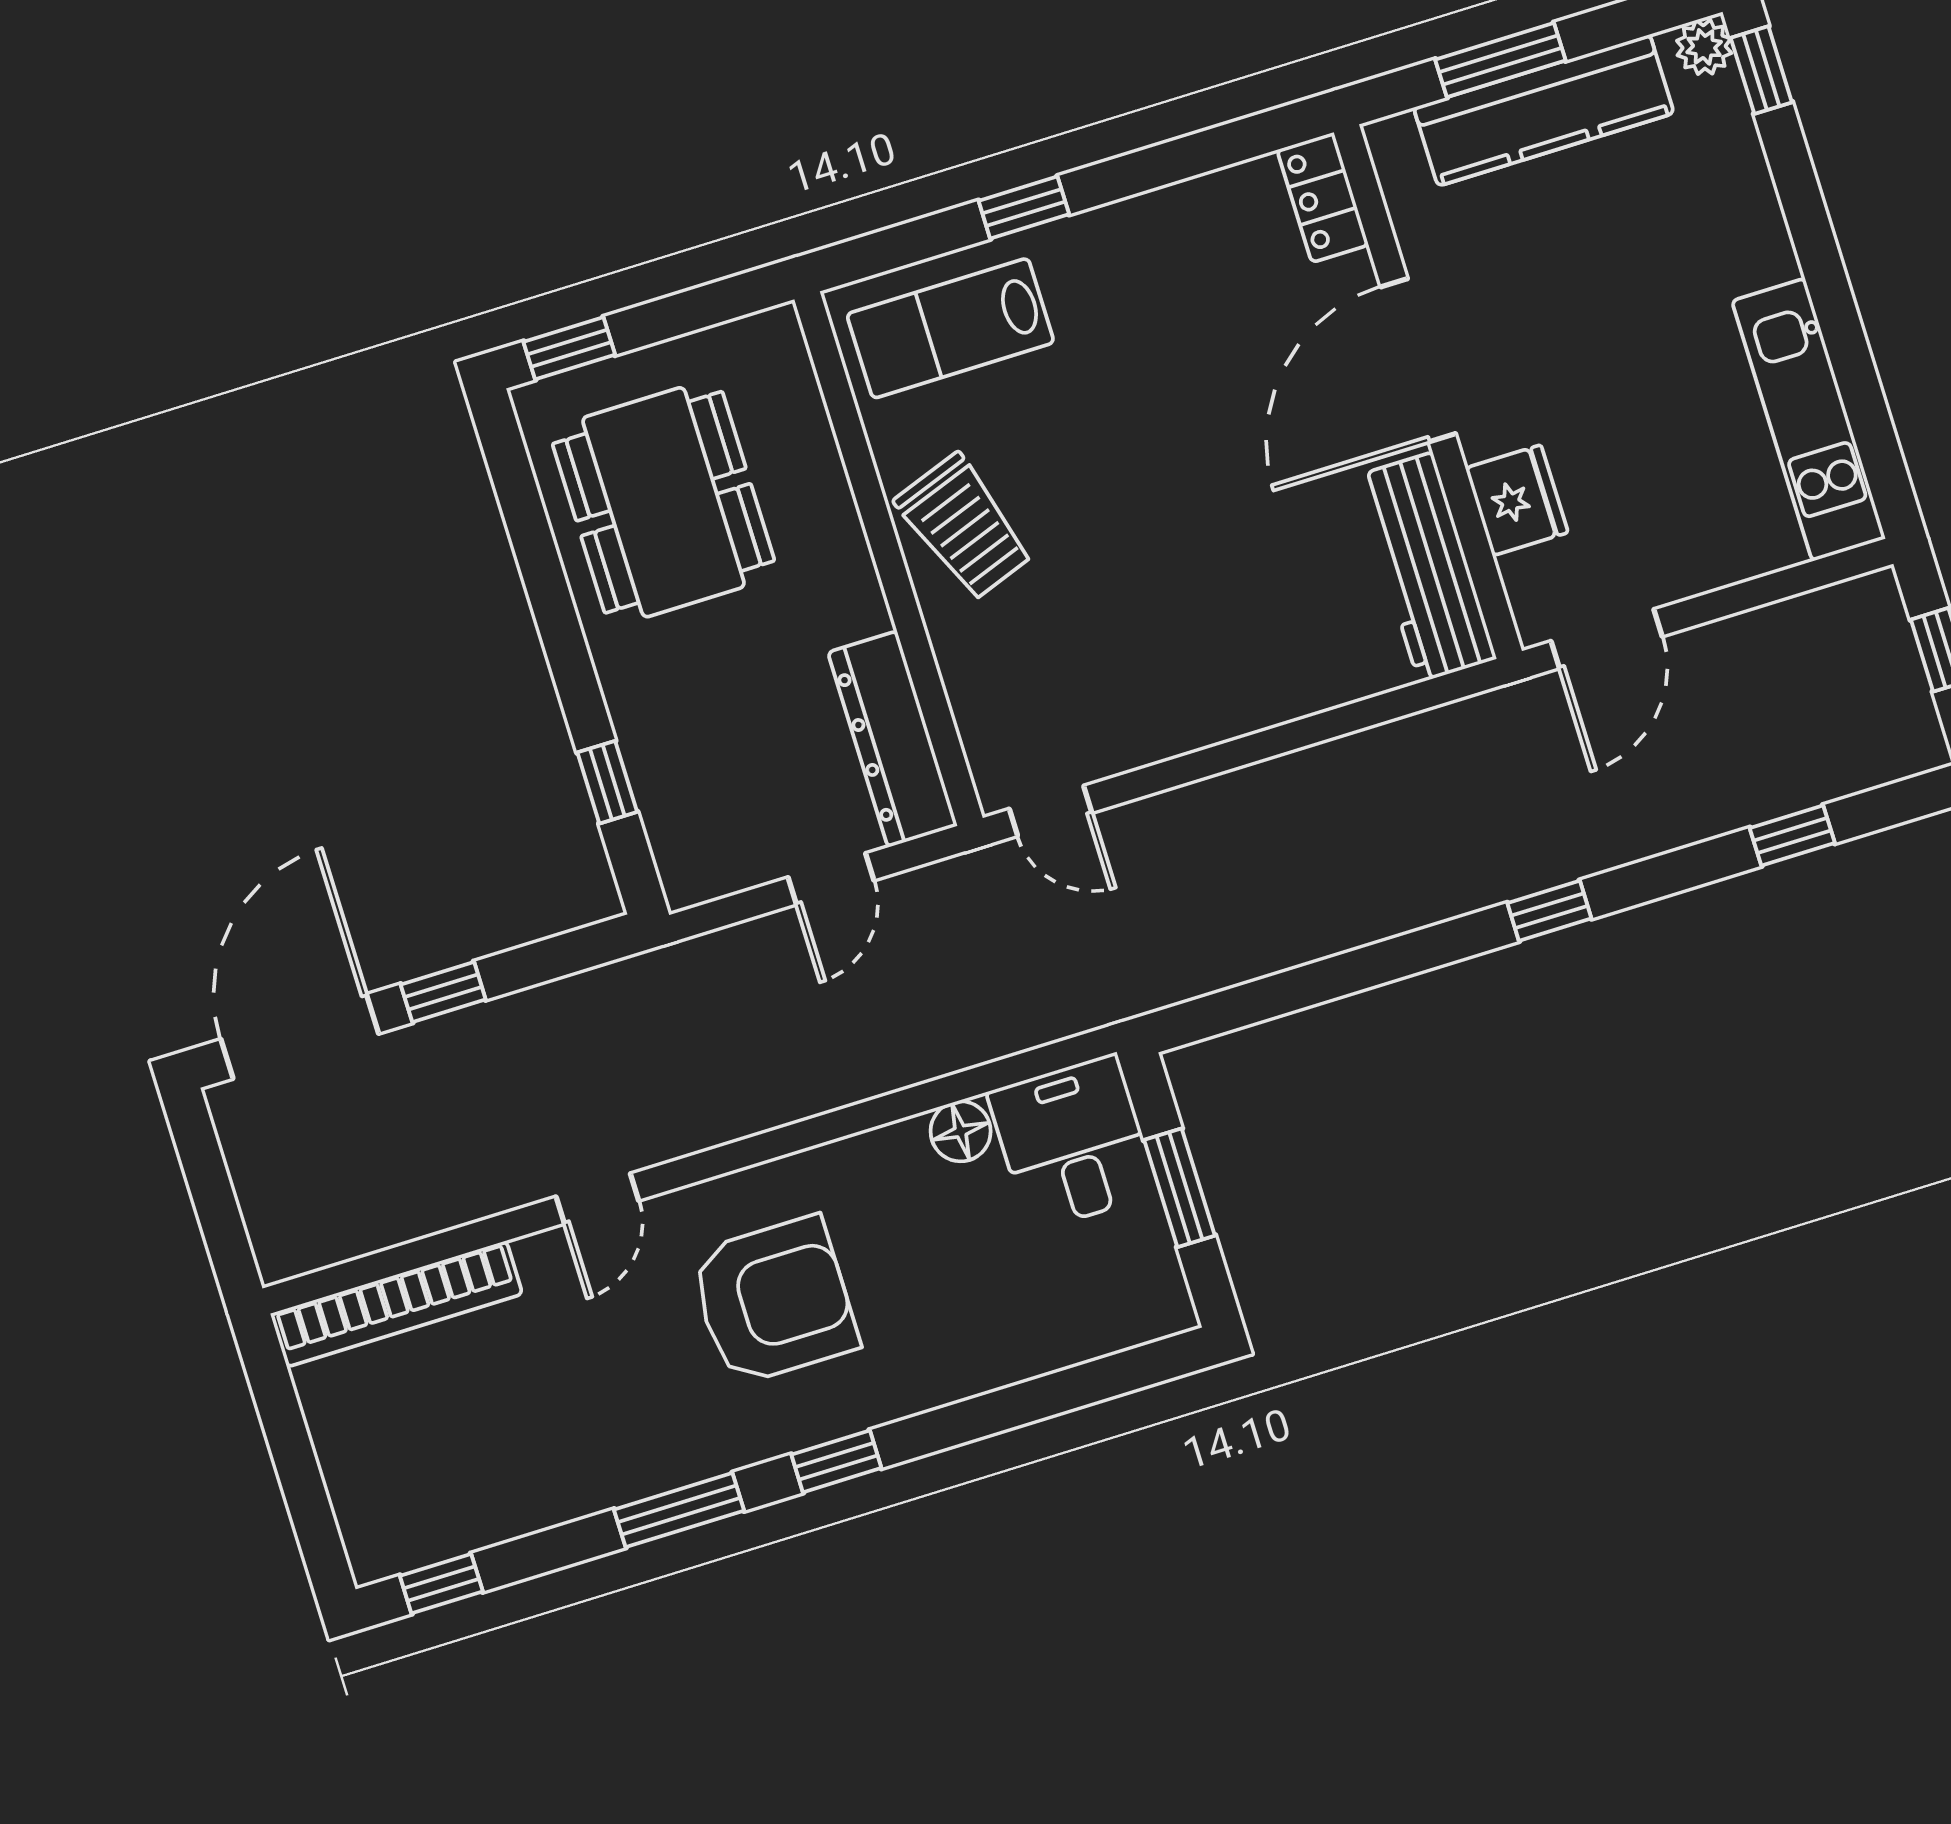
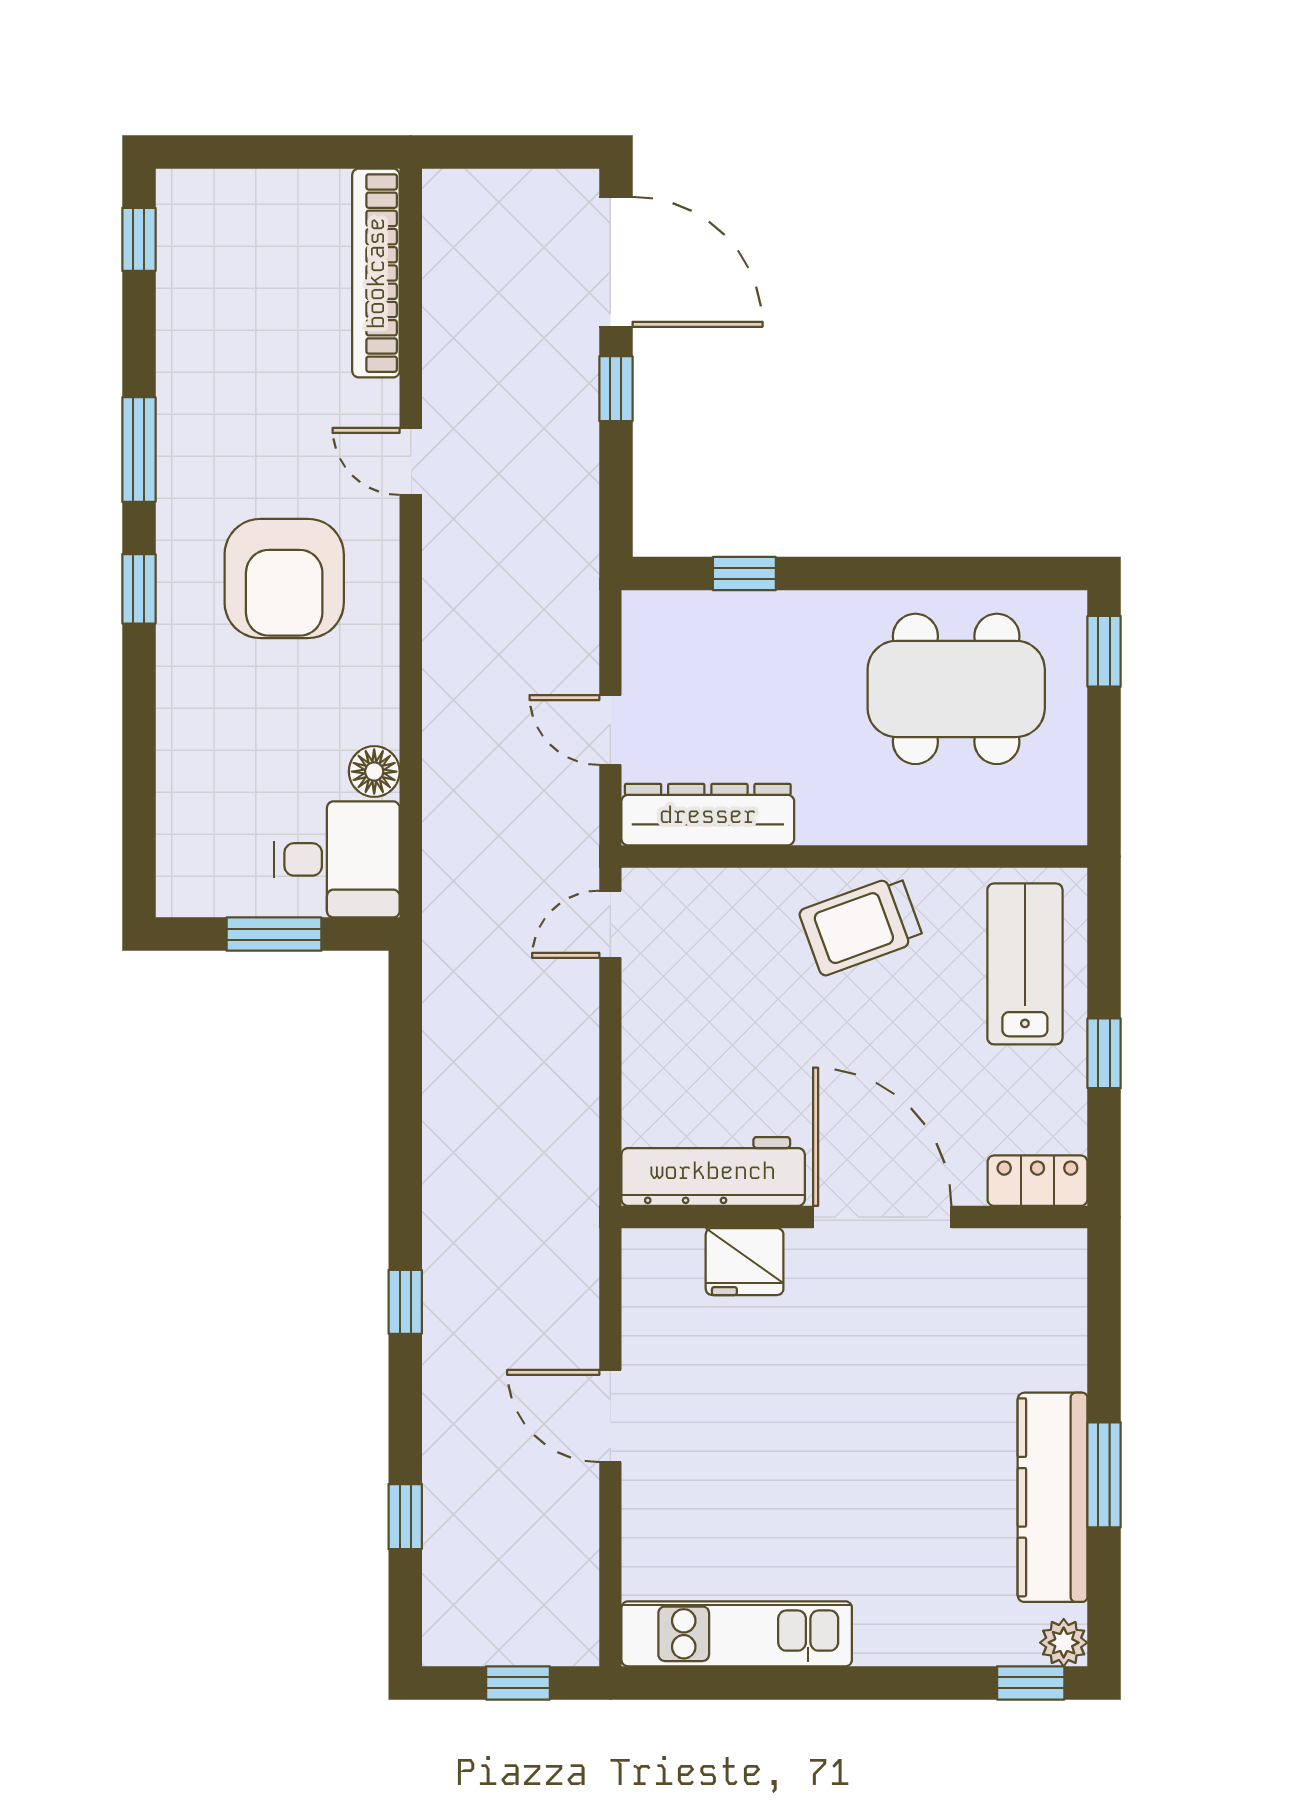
locker: (1323, 197) -> (1037, 1181), moved
door: (1418, 360) -> (882, 1217), moved
wall: (1428, 392) -> (854, 1217), moved
fridge: (1517, 500) -> (745, 1262), moved
workbench: (1426, 567) -> (713, 1171), moved

